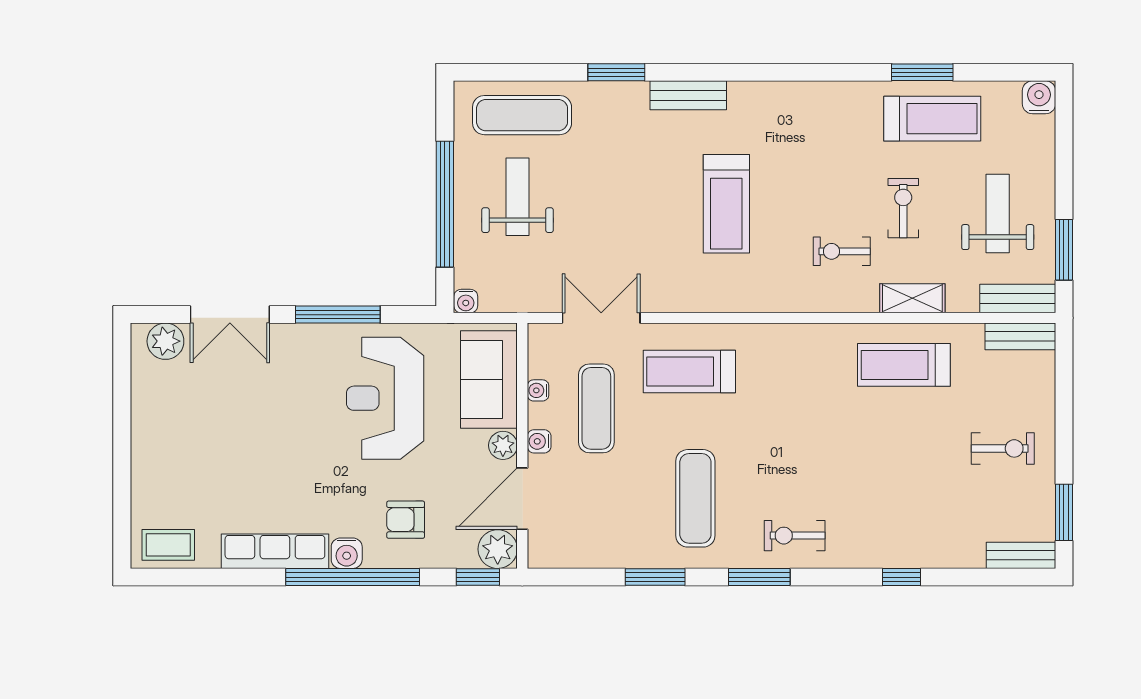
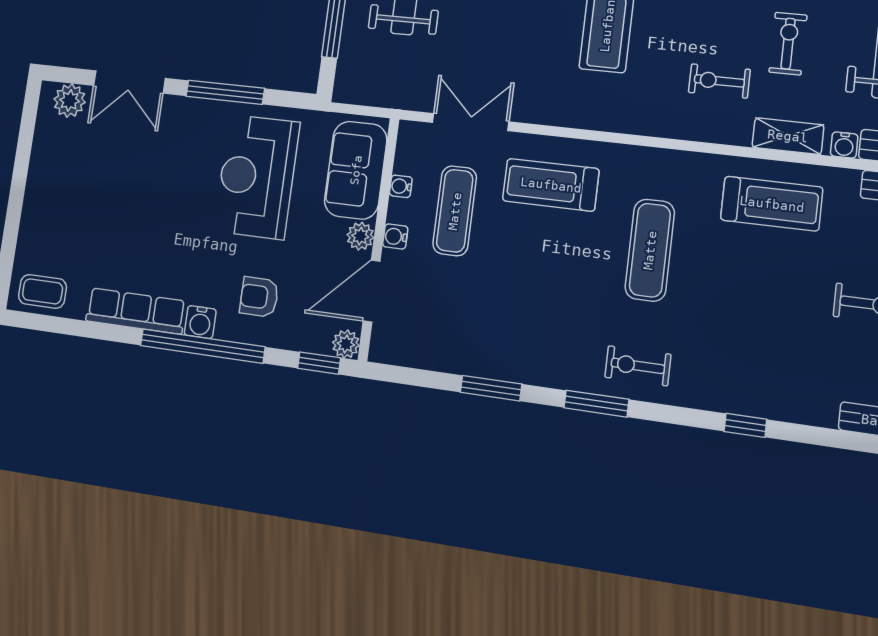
water cooler: (466, 301) -> (844, 145), moved
treadmill: (904, 365) -> (772, 204), turned 180
exercise mat: (695, 498) -> (650, 250), moved
plant: (498, 549) -> (346, 344), width x0.73, depth x0.73

